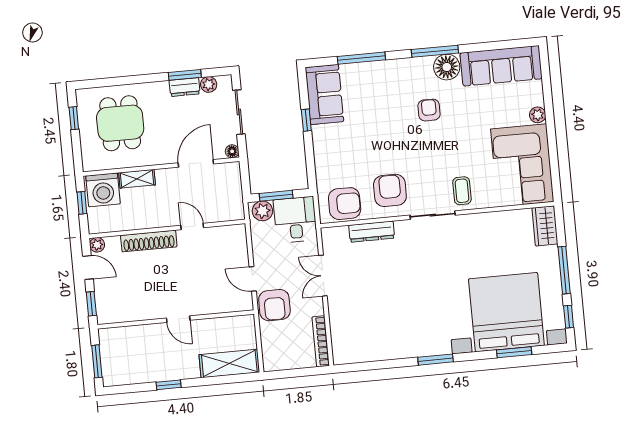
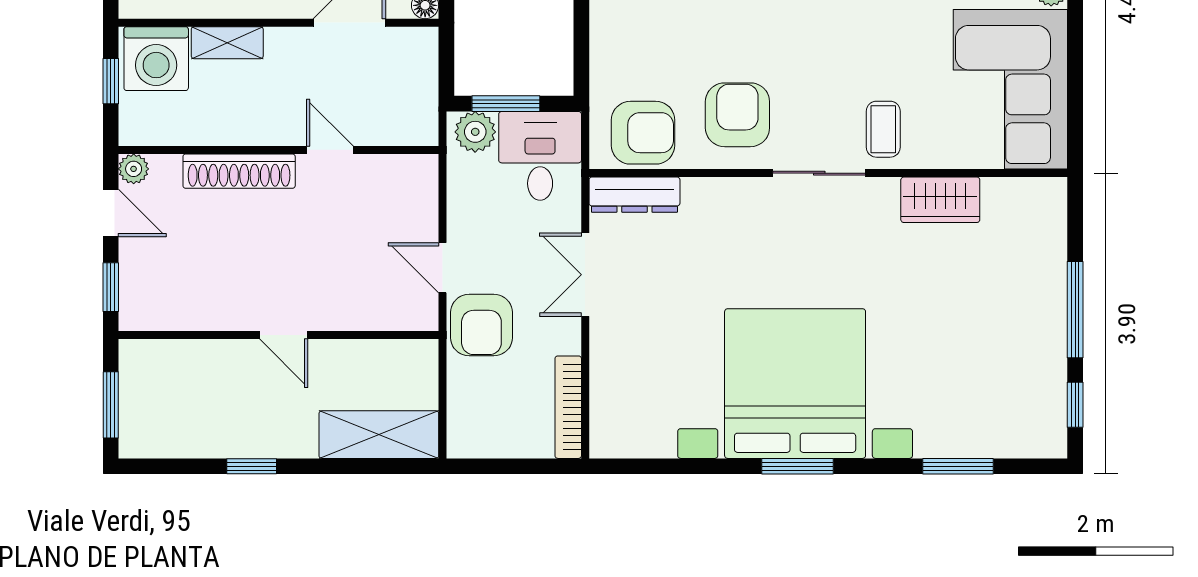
wardrobe: (545, 226) -> (940, 200), moved, turned -90
dresser: (372, 232) -> (634, 195), moved
bed with nightstands: (506, 312) -> (795, 384), moved

